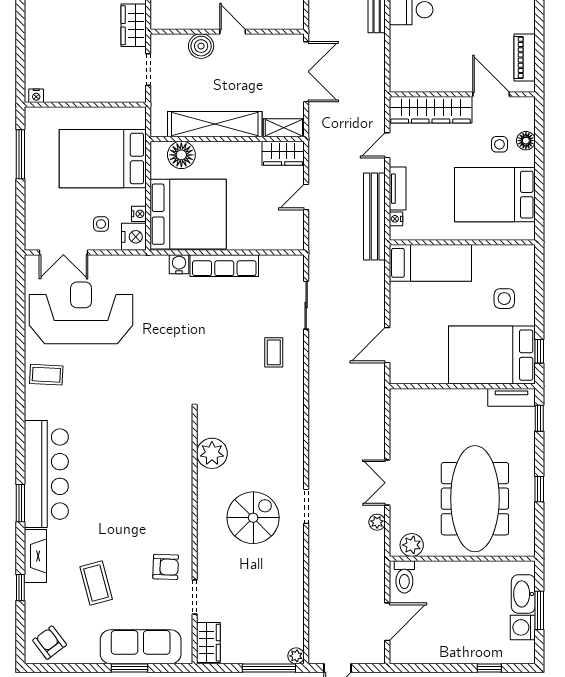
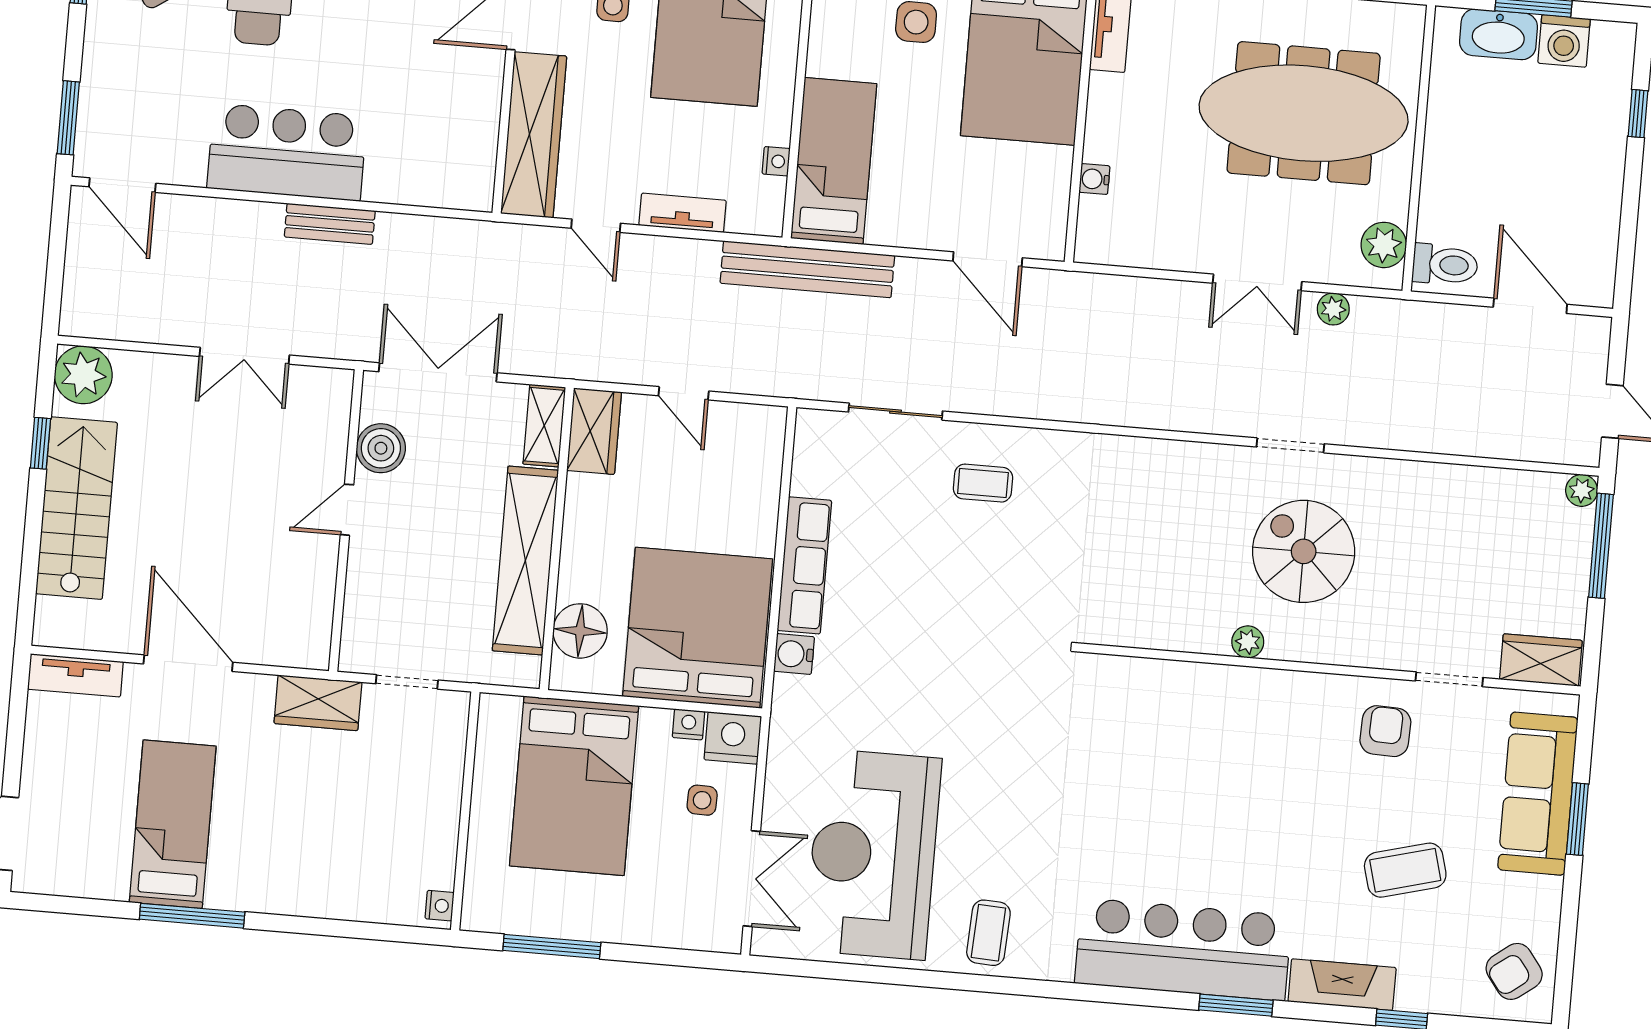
boiler: (201, 46) -> (381, 448), moved
bench: (374, 217) -> (807, 269), moved
nightstand: (396, 219) -> (776, 161), moved, turned -90
water cooler: (433, 396) -> (1094, 179), added
plant: (212, 453) -> (1248, 642), moved, width x0.53, depth x0.53

